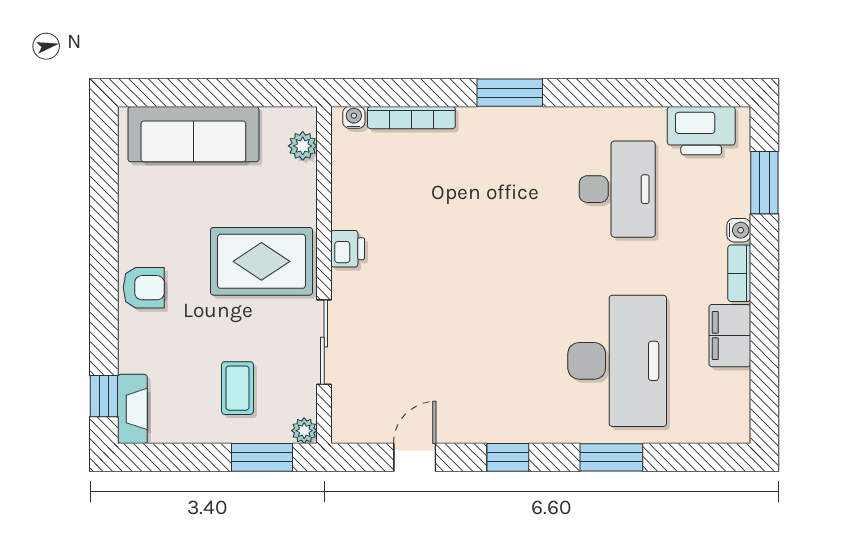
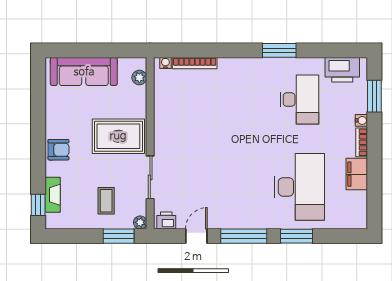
window: (510, 93) -> (279, 50), moved
printer: (348, 249) -> (166, 220), moved, turned -90
fireplace: (132, 409) -> (53, 195), moved
window: (508, 457) -> (244, 236), width x2.17

